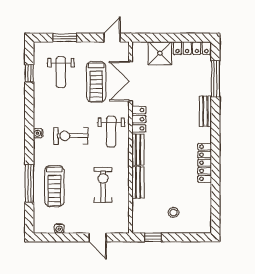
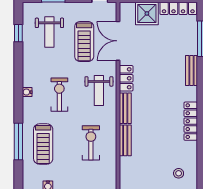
exercise bike: (71, 136) -> (59, 95), turned 90
stool: (173, 212) -> (179, 173), moved

